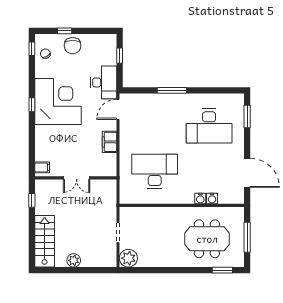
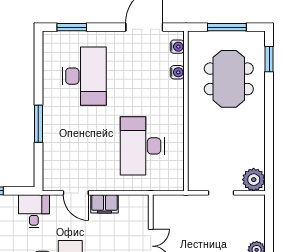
desk: (104, 82) -> (34, 211), width x0.73
door: (118, 109) -> (76, 193), moved
water cooler: (200, 199) -> (177, 47), moved

